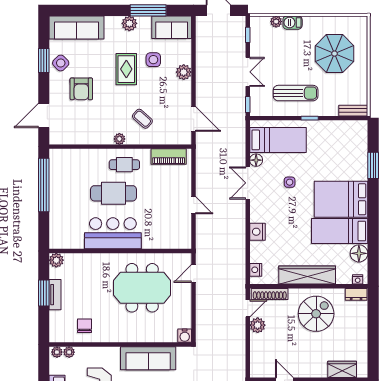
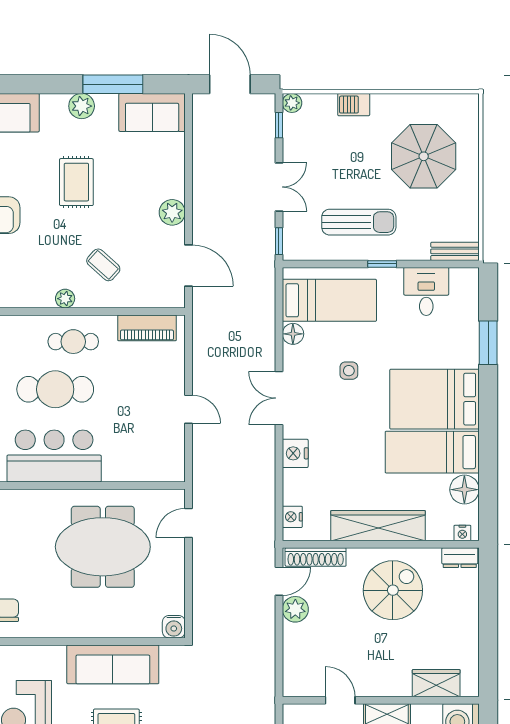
plant: (276, 22) -> (292, 103), moved
side table: (153, 60) -> (122, 166), removed
plant: (184, 72) -> (172, 212), moved
desk: (336, 135) -> (426, 291), added
double door: (248, 183) -> (279, 398), moved

